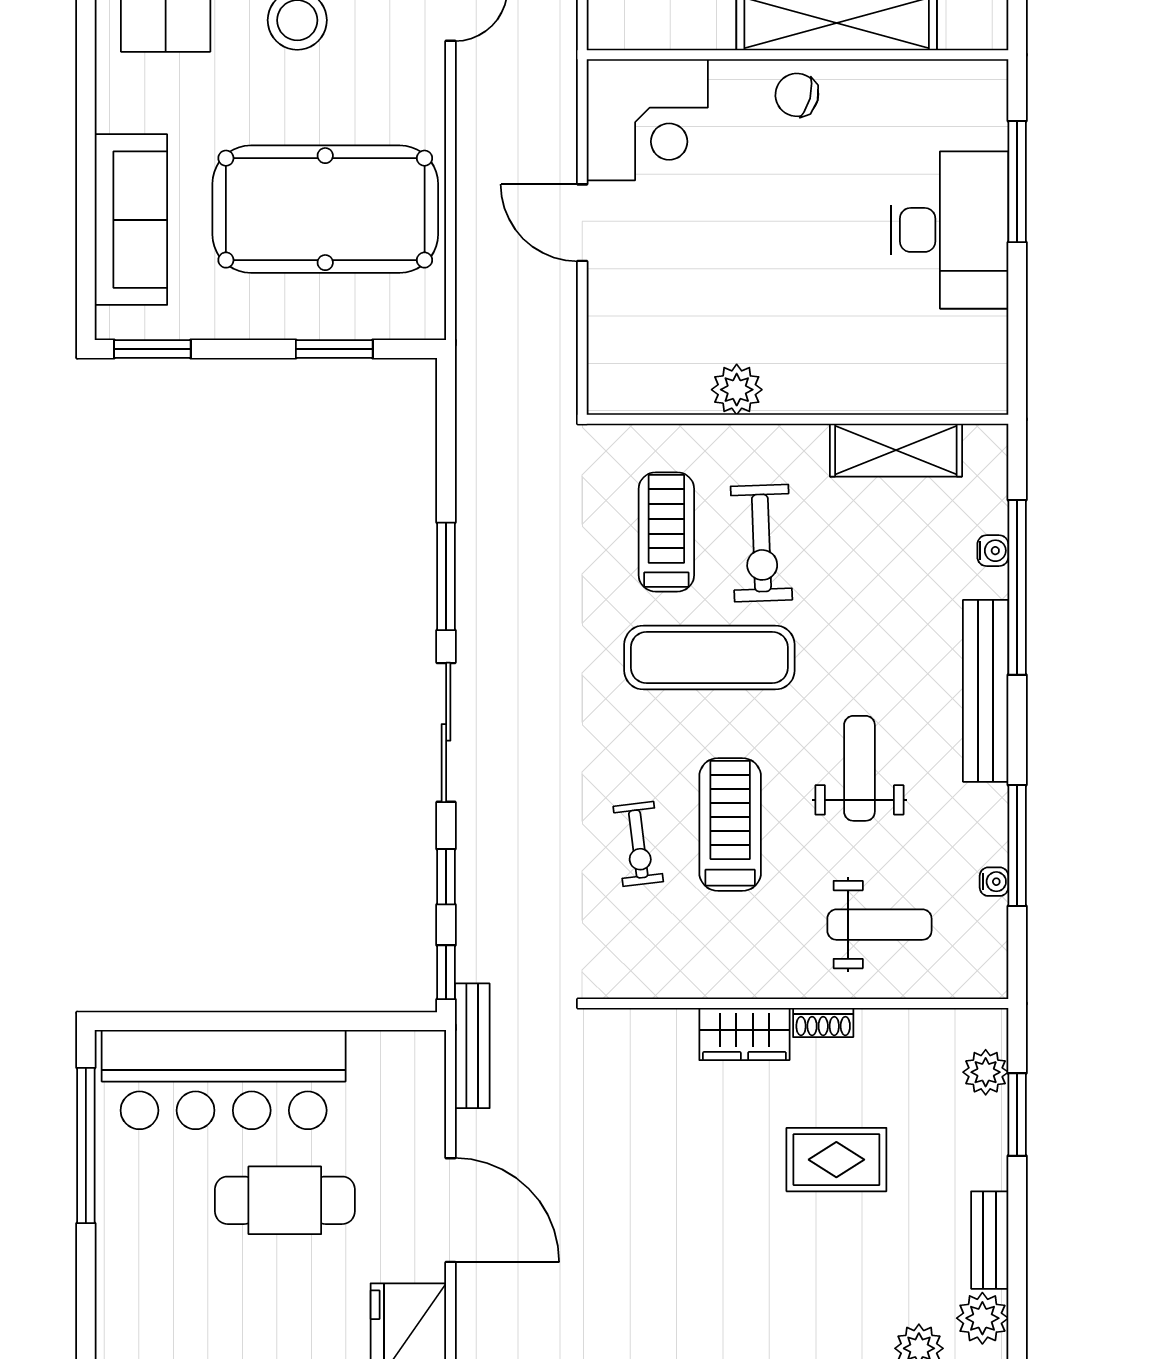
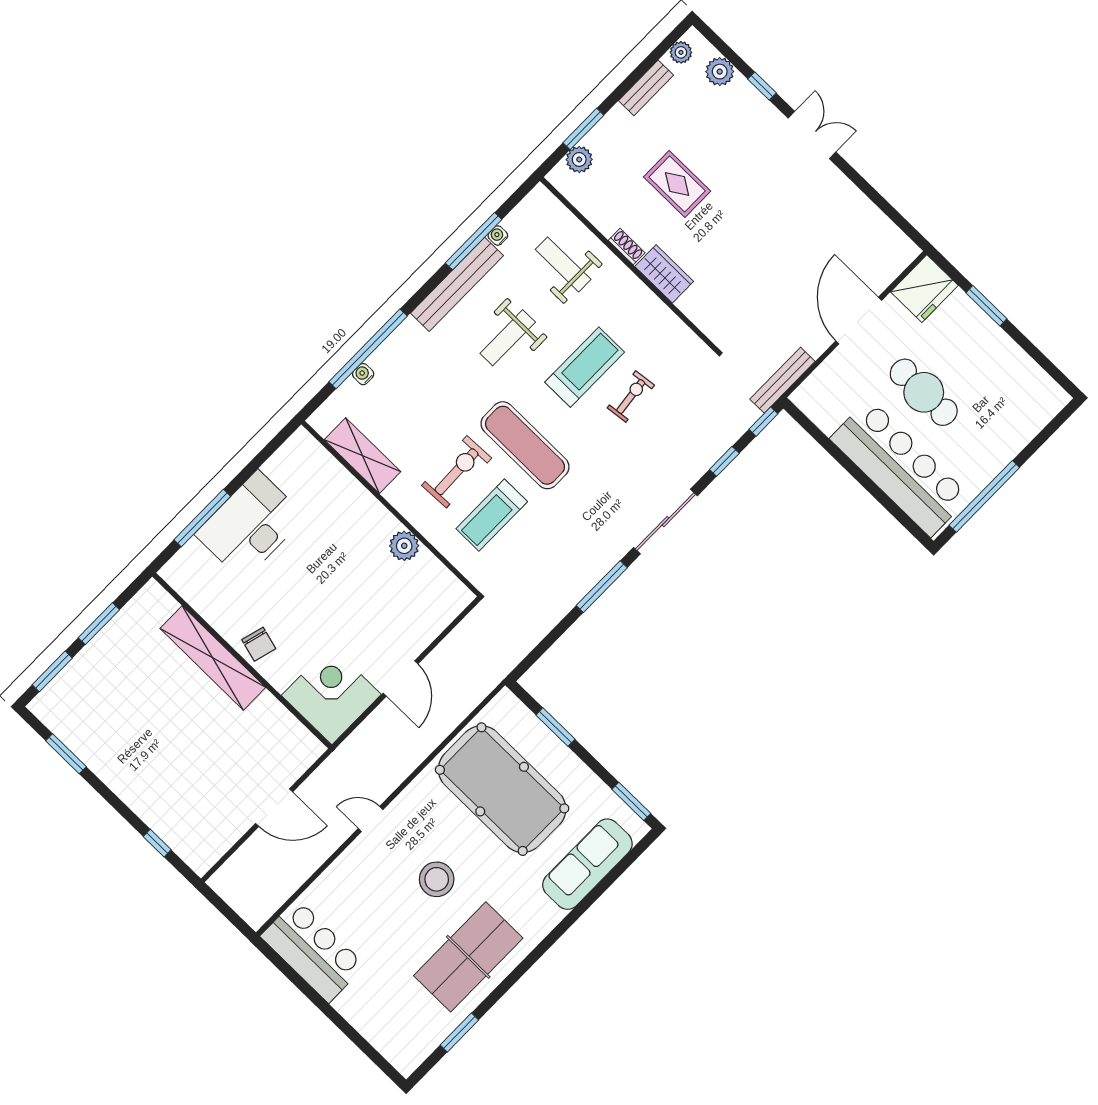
bench: (986, 691) -> (457, 284), moved
treadmill: (730, 825) -> (585, 367), turned 180
plant: (982, 1318) -> (681, 52), width x0.73, depth x0.73

